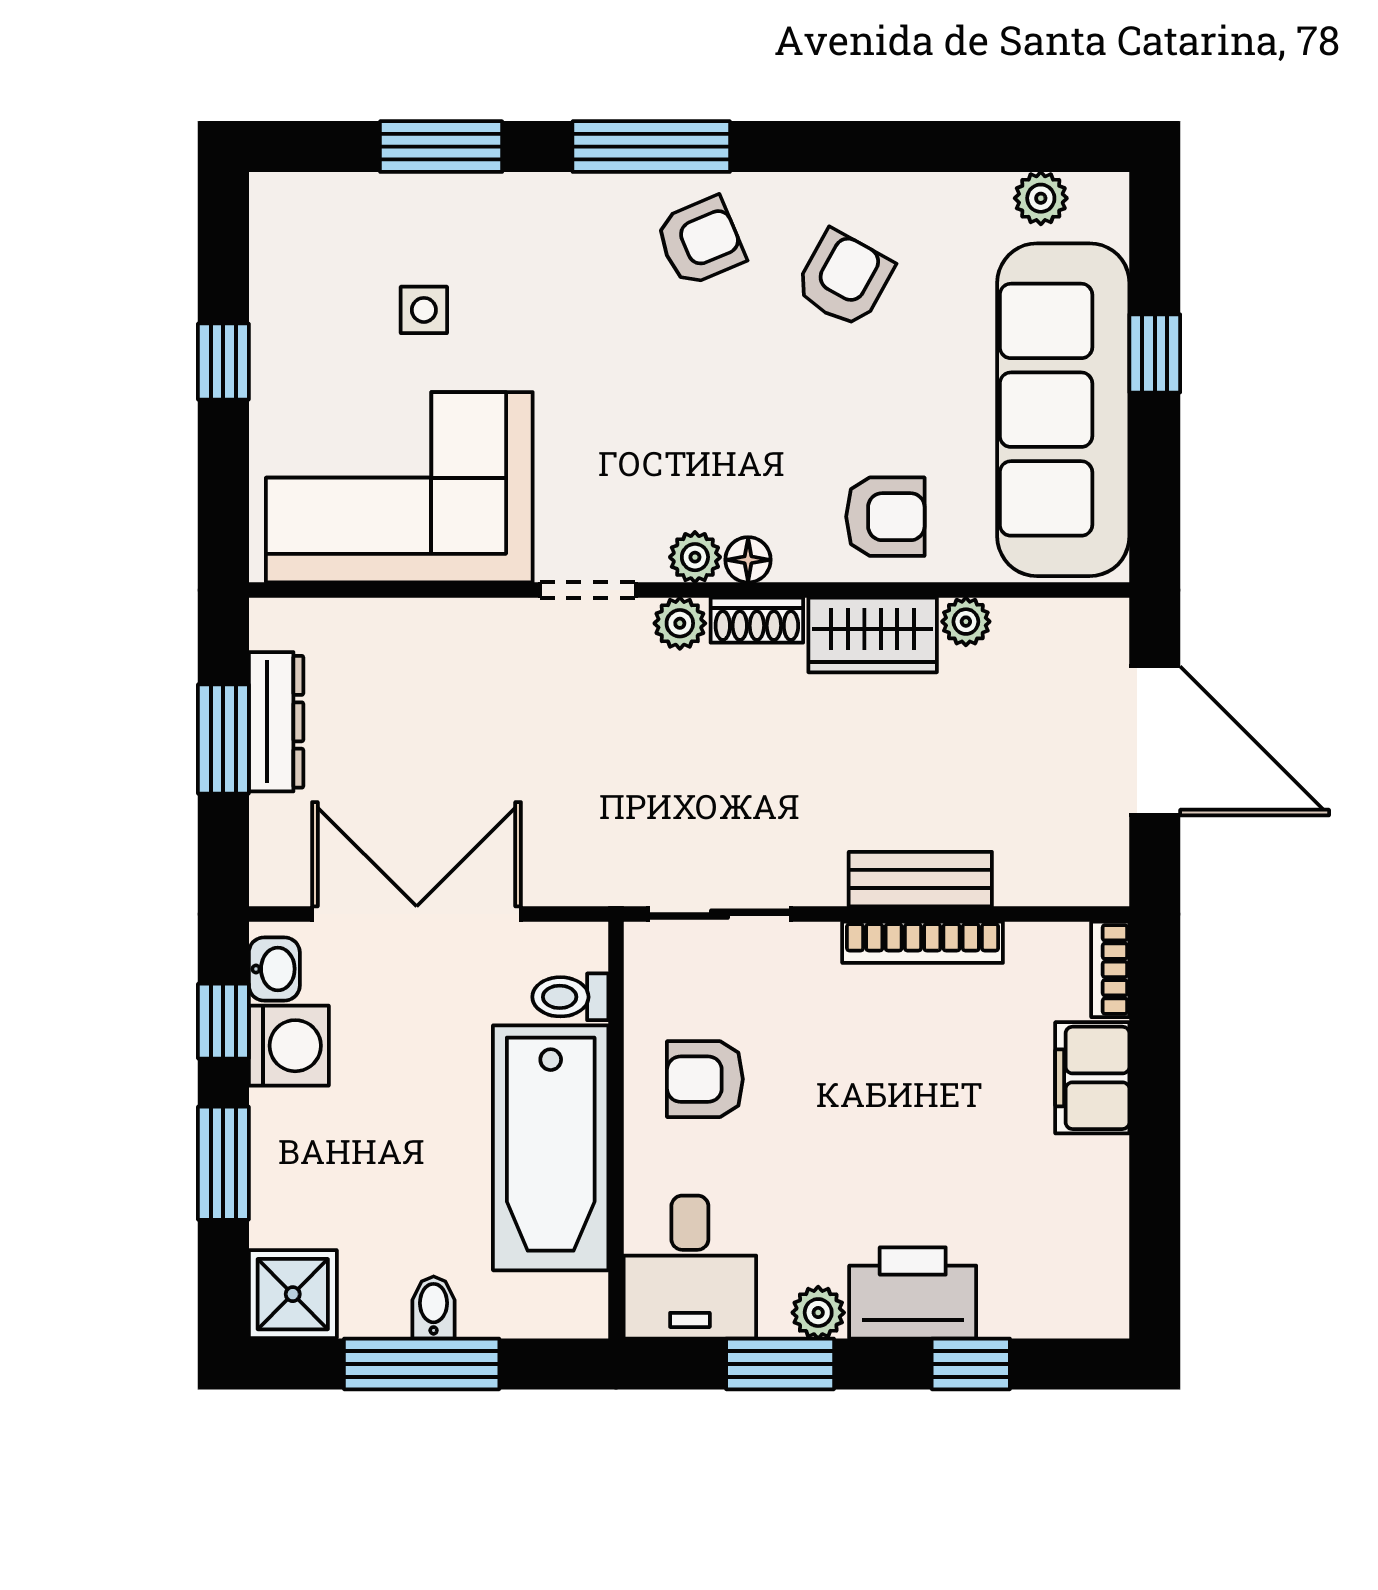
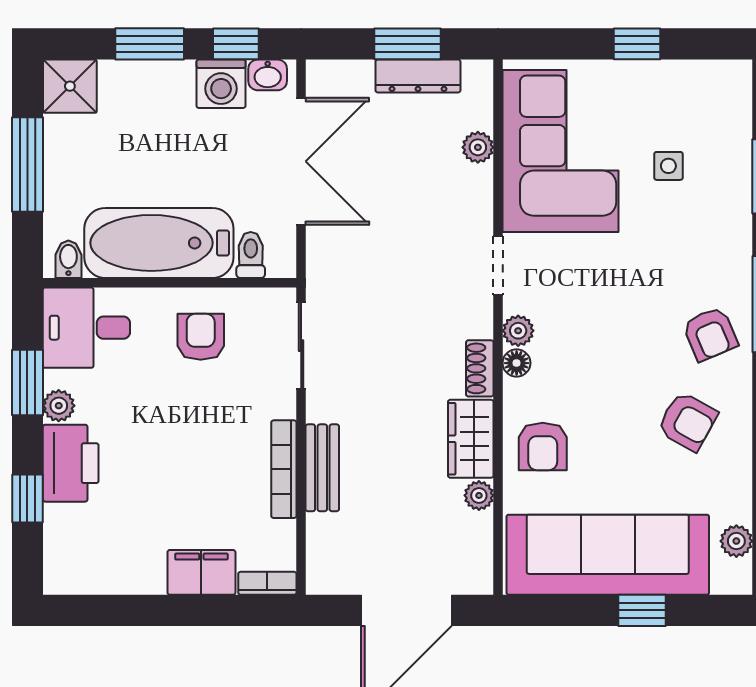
plant: (680, 623) -> (478, 147), moved
bidet: (434, 1307) -> (68, 259), moved, turned -90

